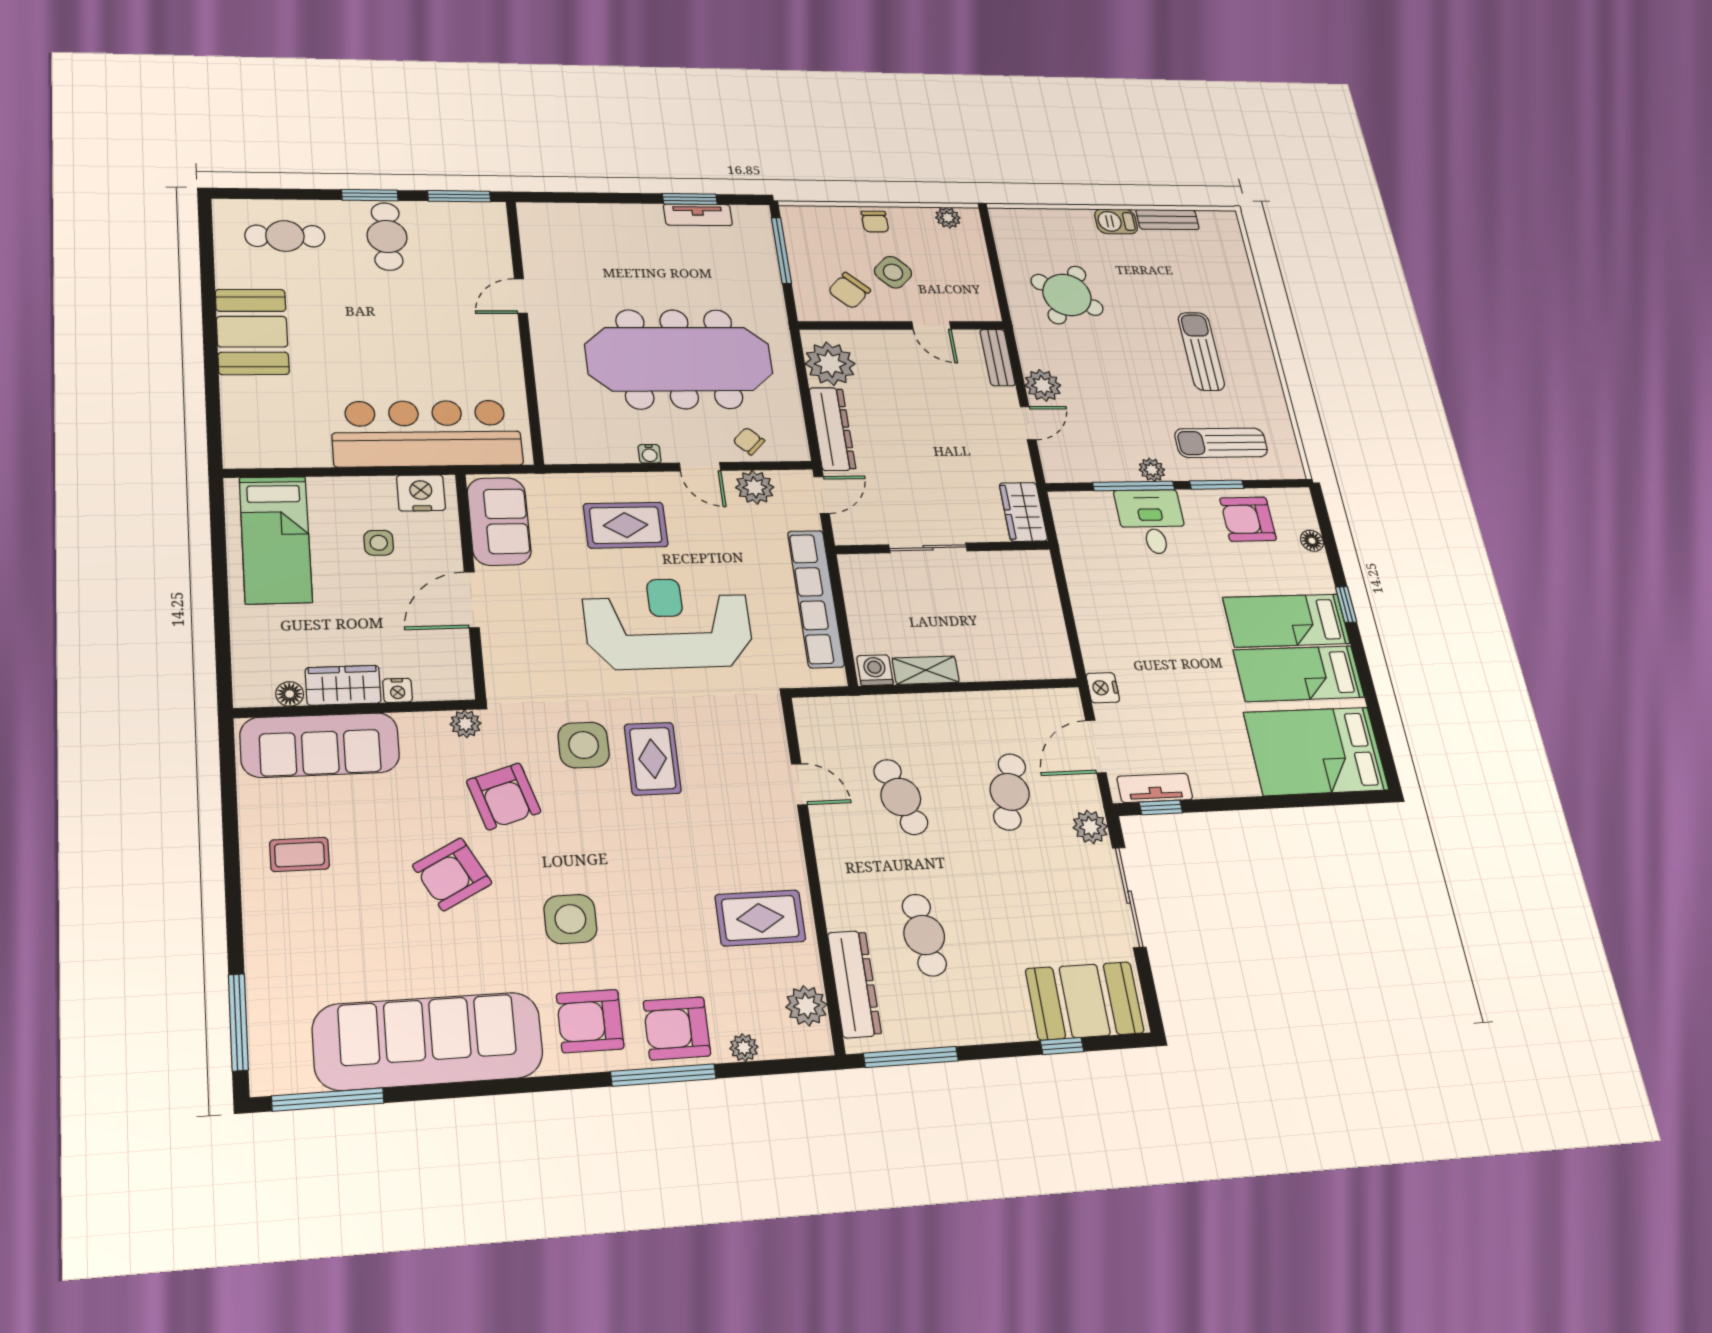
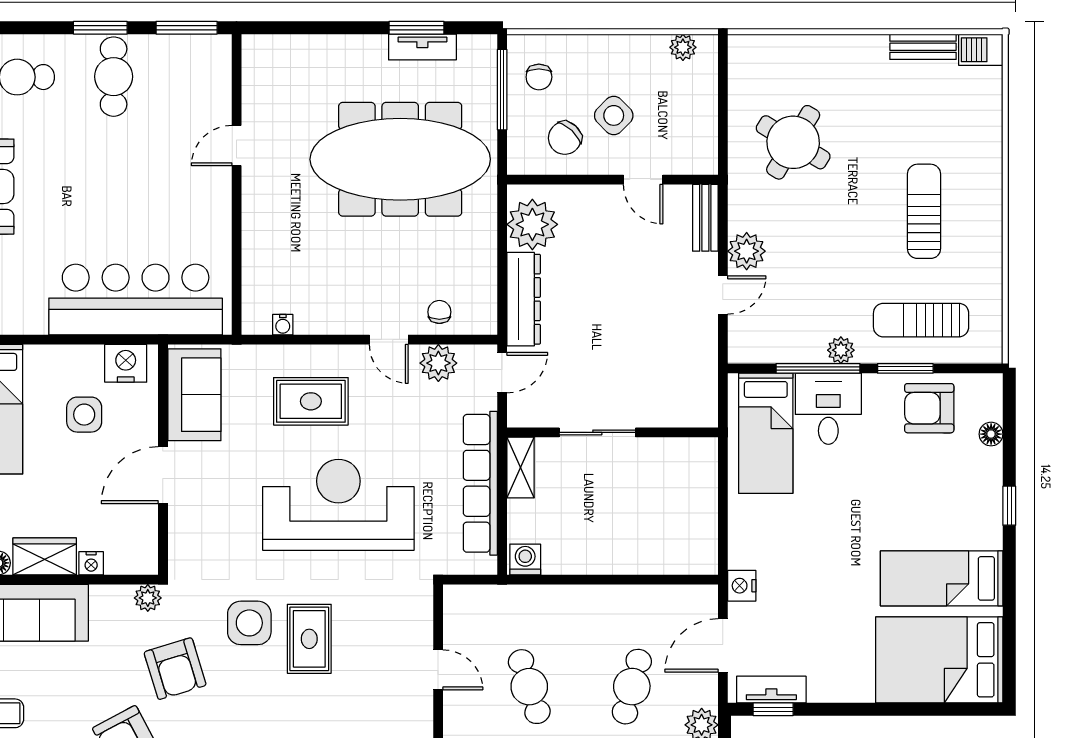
barbecue: (1116, 221) -> (981, 50), moved
chair: (875, 222) -> (539, 77), moved
meeting table: (679, 359) -> (400, 159), moved
chair: (749, 441) -> (439, 312), turned 46
water cooler: (650, 454) -> (283, 325), moved
wardrobe: (1023, 512) -> (699, 395), removed
side table: (379, 543) -> (84, 415), width x1.37, depth x1.37
bed: (1286, 621) -> (766, 433), moved, turned -90
shelving: (926, 670) -> (521, 468), moved, turned 90

